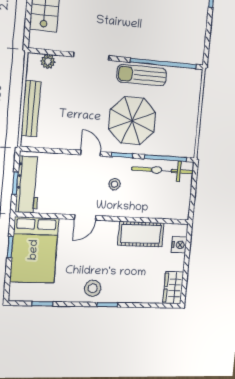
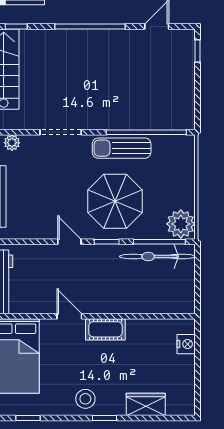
plant: (184, 144) -> (181, 224), added
stool: (114, 184) -> (101, 276), removed
door: (85, 217) -> (69, 316), swing flipped
cot: (141, 234) -> (105, 329), moved, width x0.73, depth x0.75
wardrobe: (173, 288) -> (146, 404), moved, turned 90

